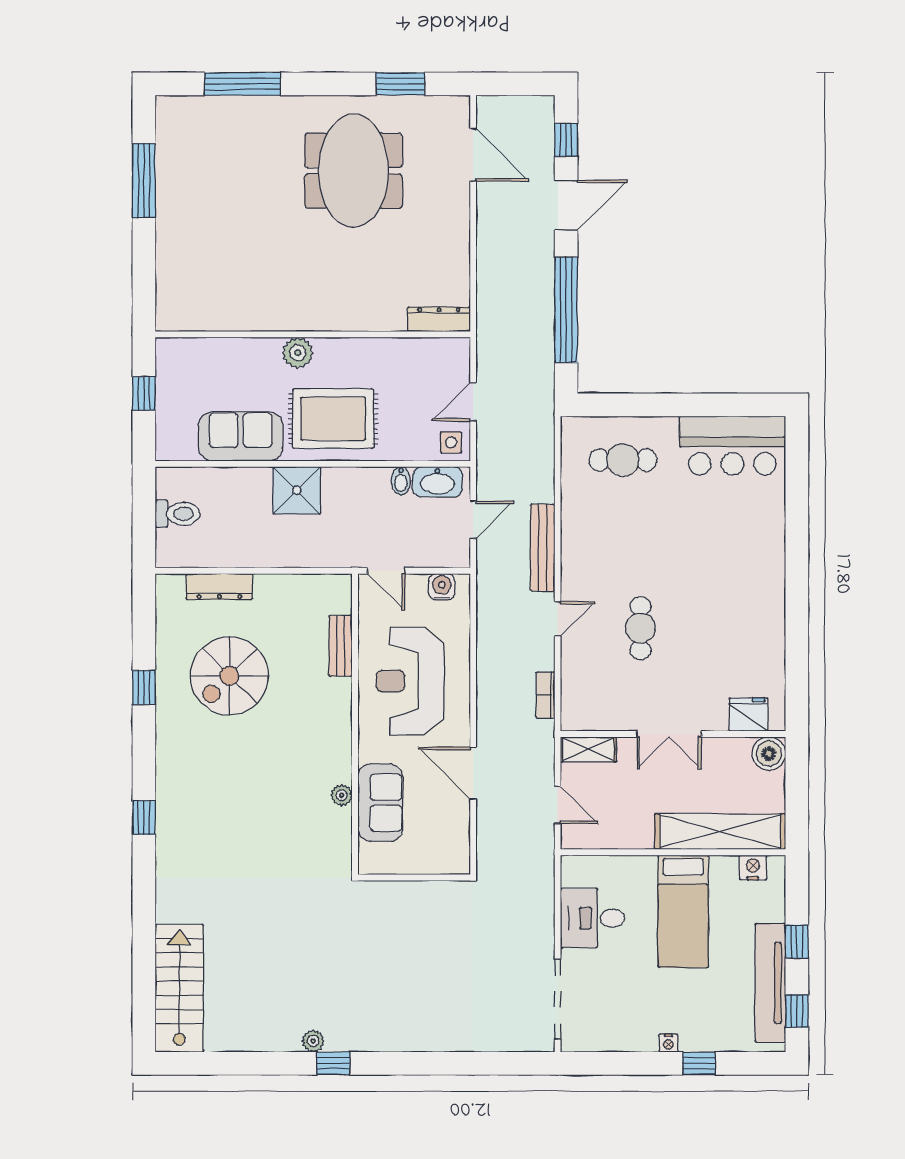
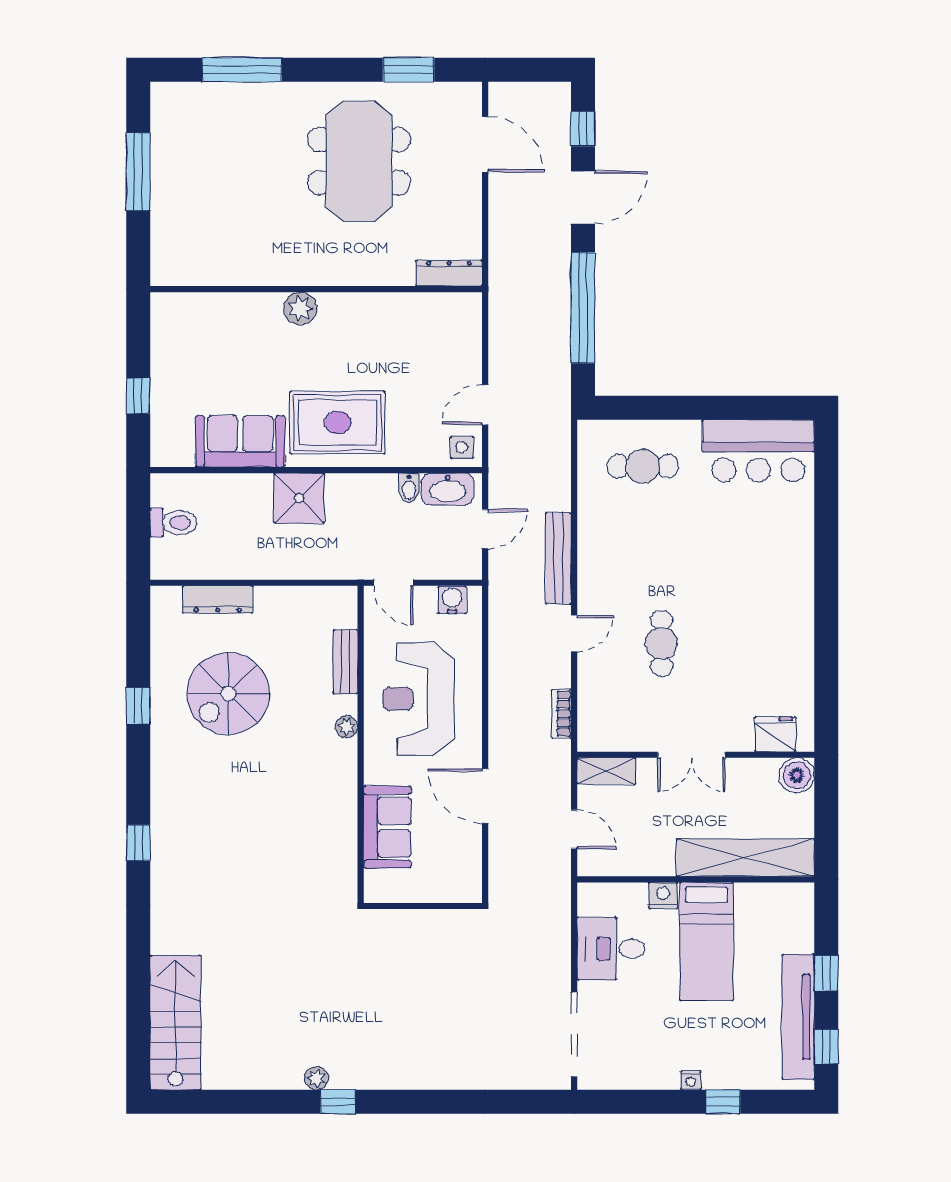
dresser: (439, 319) -> (449, 273), moved
wall: (313, 334) -> (316, 289), moved
plant: (298, 353) -> (300, 309), moved
plant: (342, 795) -> (346, 727), moved
nightstand: (753, 868) -> (663, 896), moved

